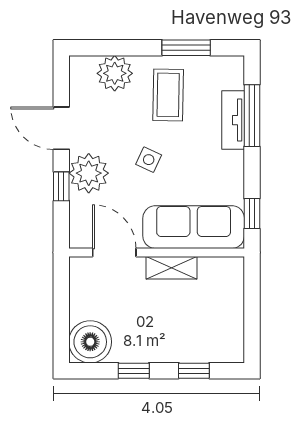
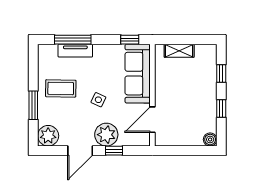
window: (186, 48) -> (33, 105), moved
plant: (115, 73) -> (48, 136), moved
shelving: (172, 268) -> (179, 51), moved, turned 90
boiler: (90, 342) -> (210, 140), width x0.54, depth x0.54

